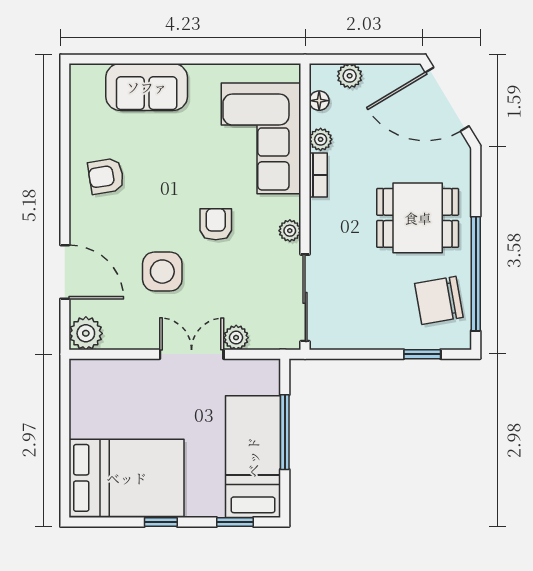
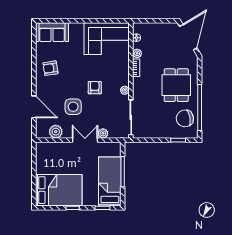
plant: (350, 76) -> (149, 28), removed
sofa: (147, 87) -> (52, 32), moved
door: (447, 99) -> (188, 37), swing flipped
corner sofa: (261, 138) -> (107, 39), moved, turned -90
dining table: (418, 218) -> (176, 85), turned 90
plant: (86, 333) -> (56, 132), moved

